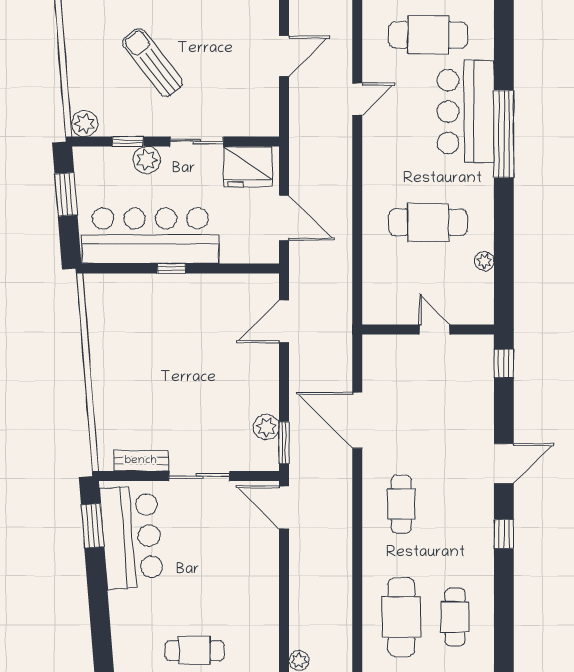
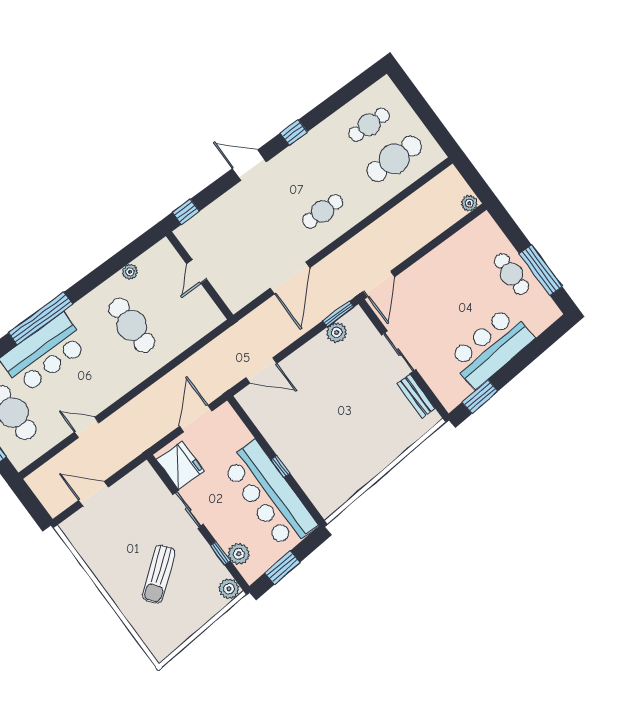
plant: (147, 160) -> (239, 554), moved
bar counter: (132, 537) -> (491, 348), moved

